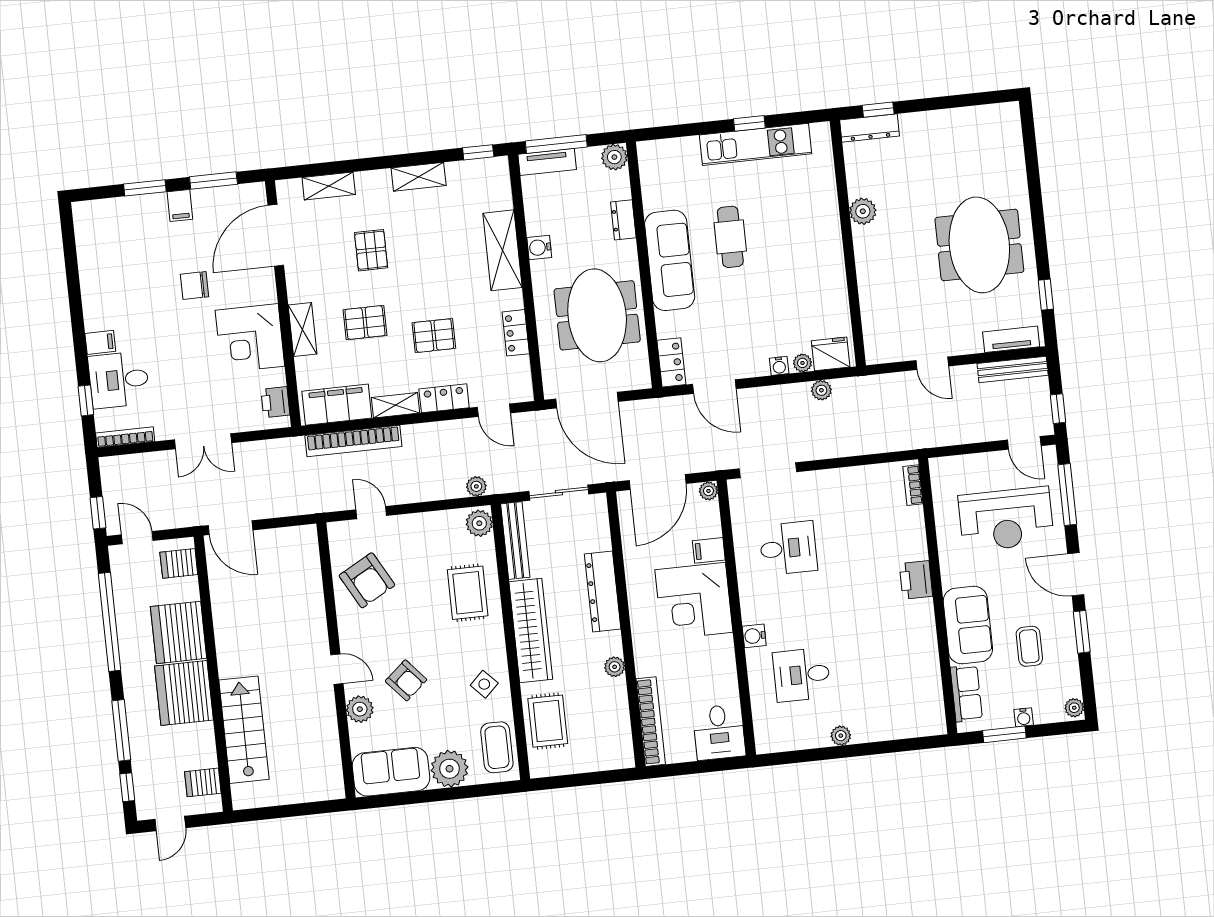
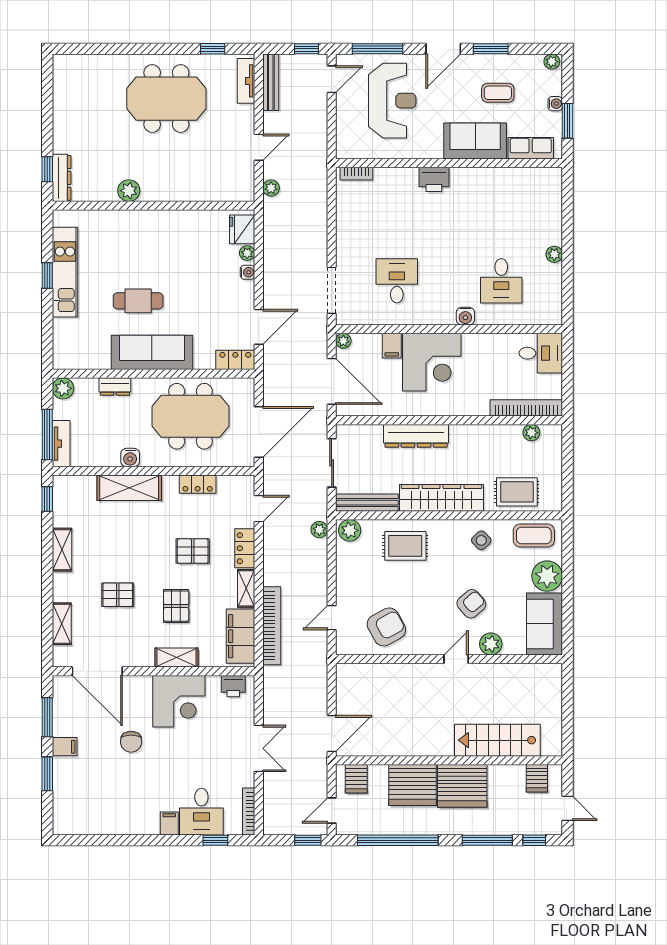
pallet: (434, 336) -> (193, 551), turned 90
plant: (821, 390) -> (271, 188), moved
plant: (615, 667) -> (531, 433), moved

